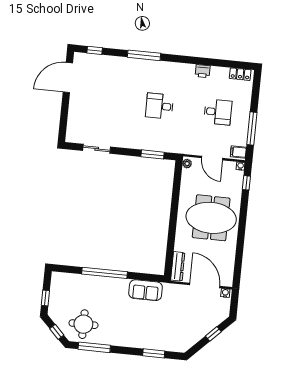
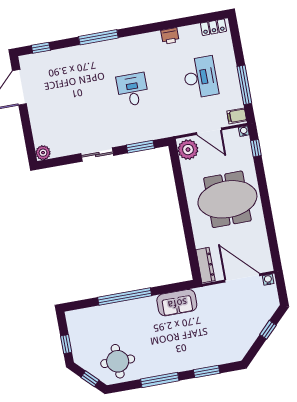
desk: (160, 106) -> (133, 90), turned 90
desk: (218, 112) -> (200, 77), width x1.37
plant: (72, 136) -> (43, 153), added
sliding door: (97, 149) -> (97, 154), moved
plant: (187, 164) -> (188, 150), width x1.87, depth x1.87
window: (94, 347) -> (160, 380), moved

